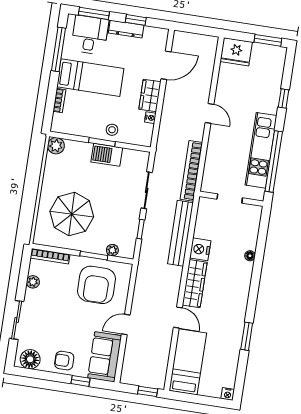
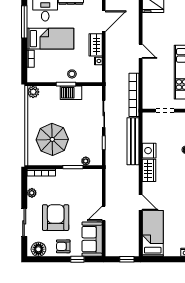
wardrobe: (195, 284) -> (149, 170), width x0.67
armchair: (96, 285) -> (56, 218), moved, turned 180

